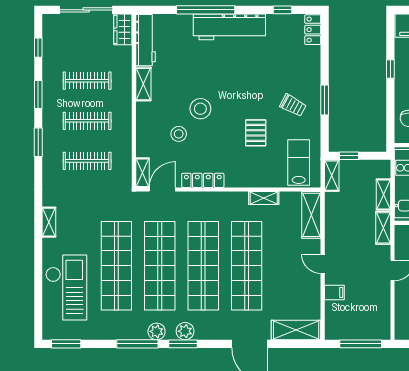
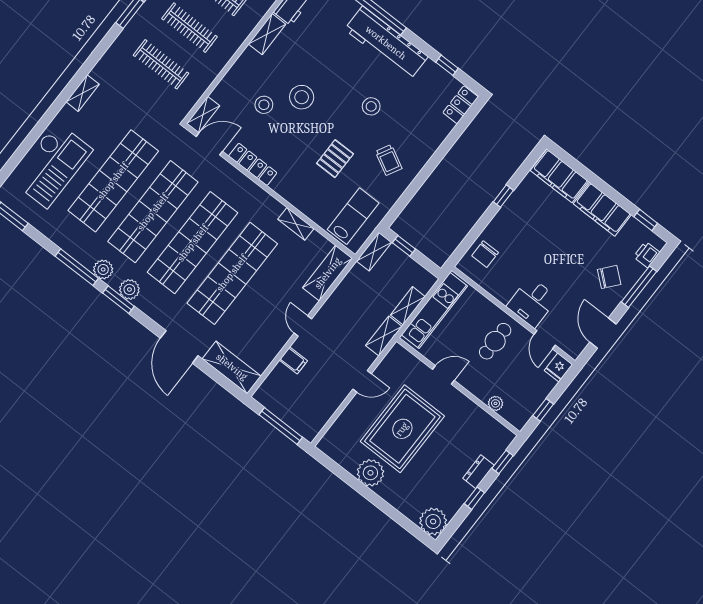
stool: (253, 78) -> (371, 106), added
window: (325, 100) -> (421, 178), removed

